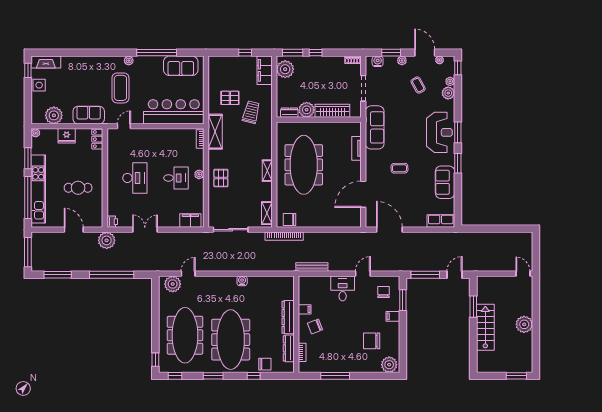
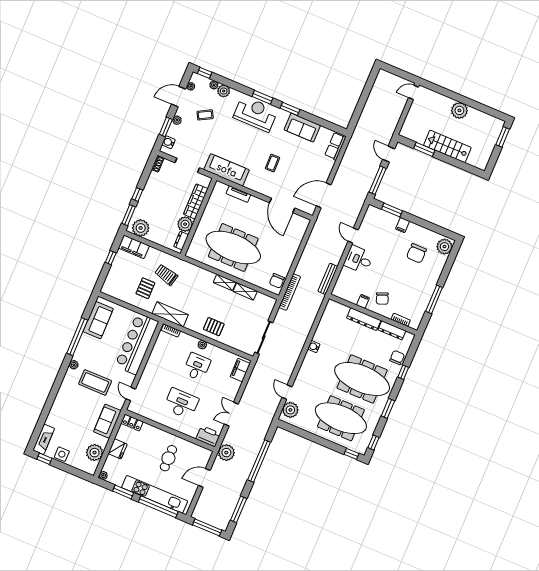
shelving: (267, 213) -> (245, 291), moved
printer: (112, 222) -> (208, 436), width x1.87, depth x1.48
chair: (383, 292) -> (377, 224), removed

